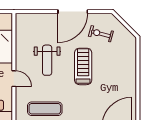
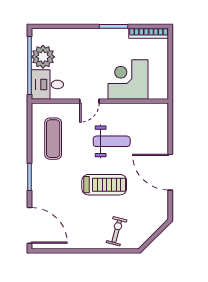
exercise bike: (101, 34) -> (117, 231), moved
weight bench: (47, 60) -> (112, 141), turned 180

